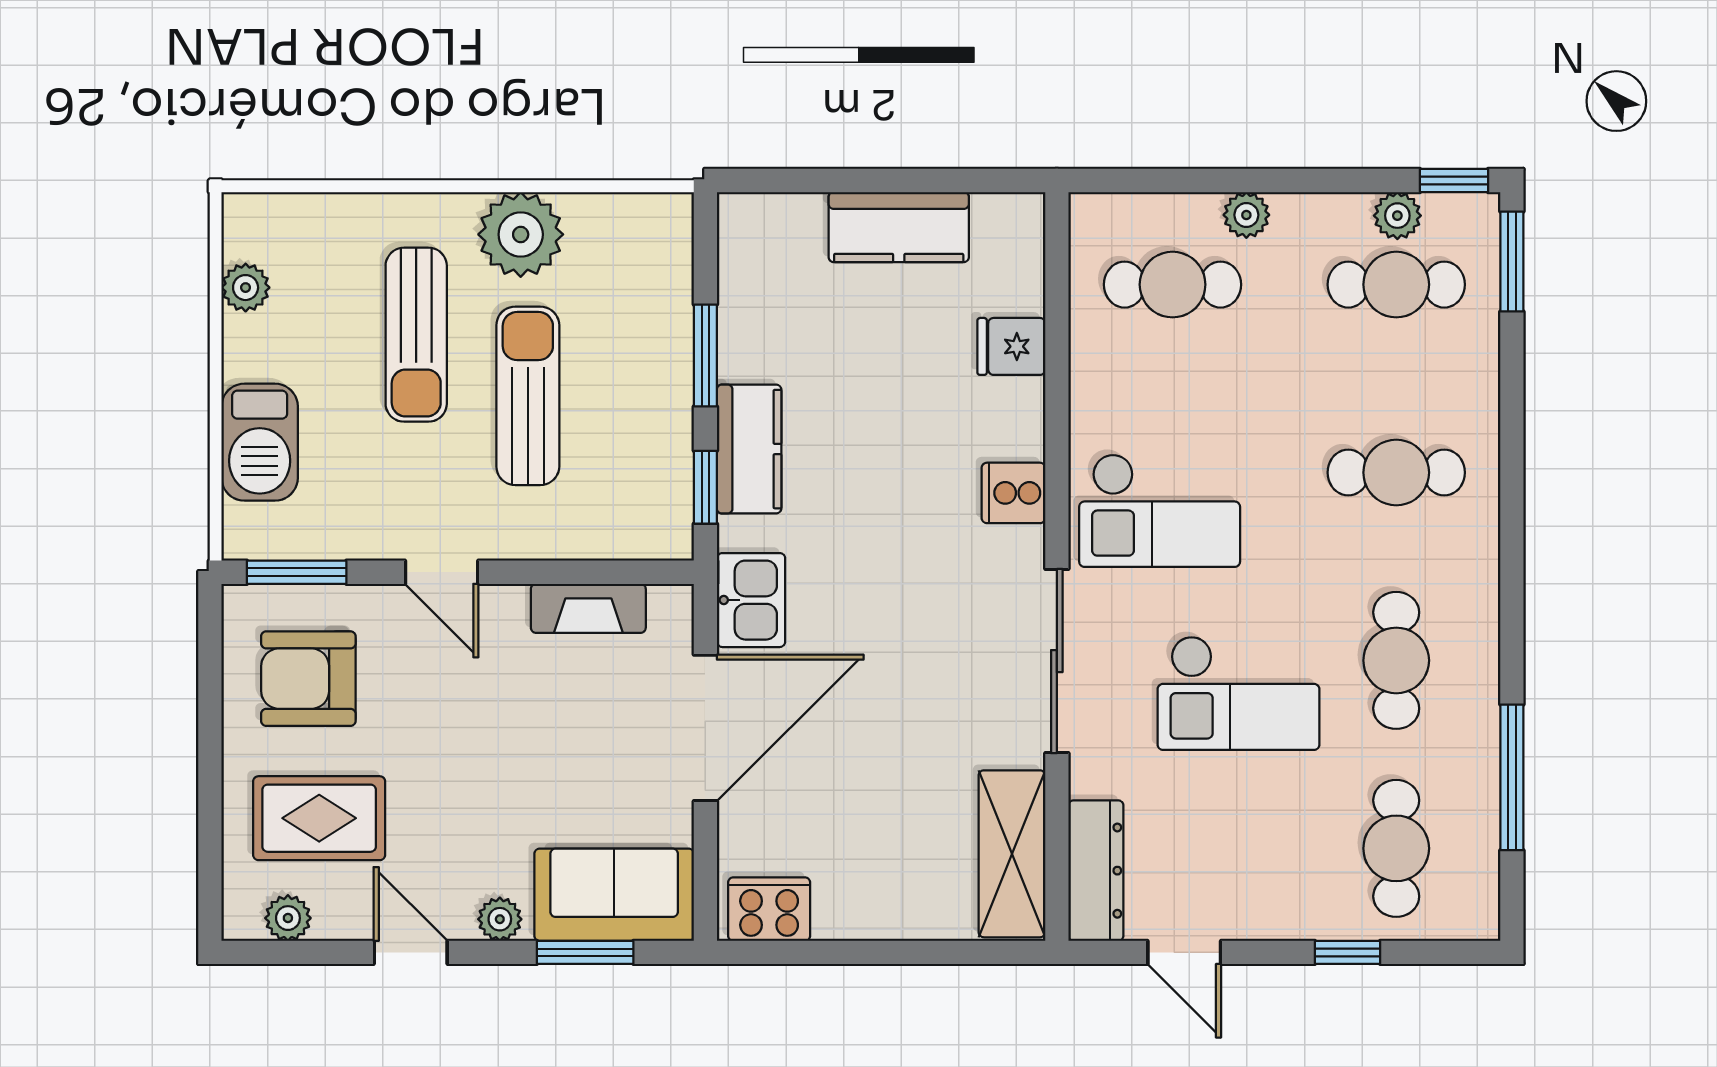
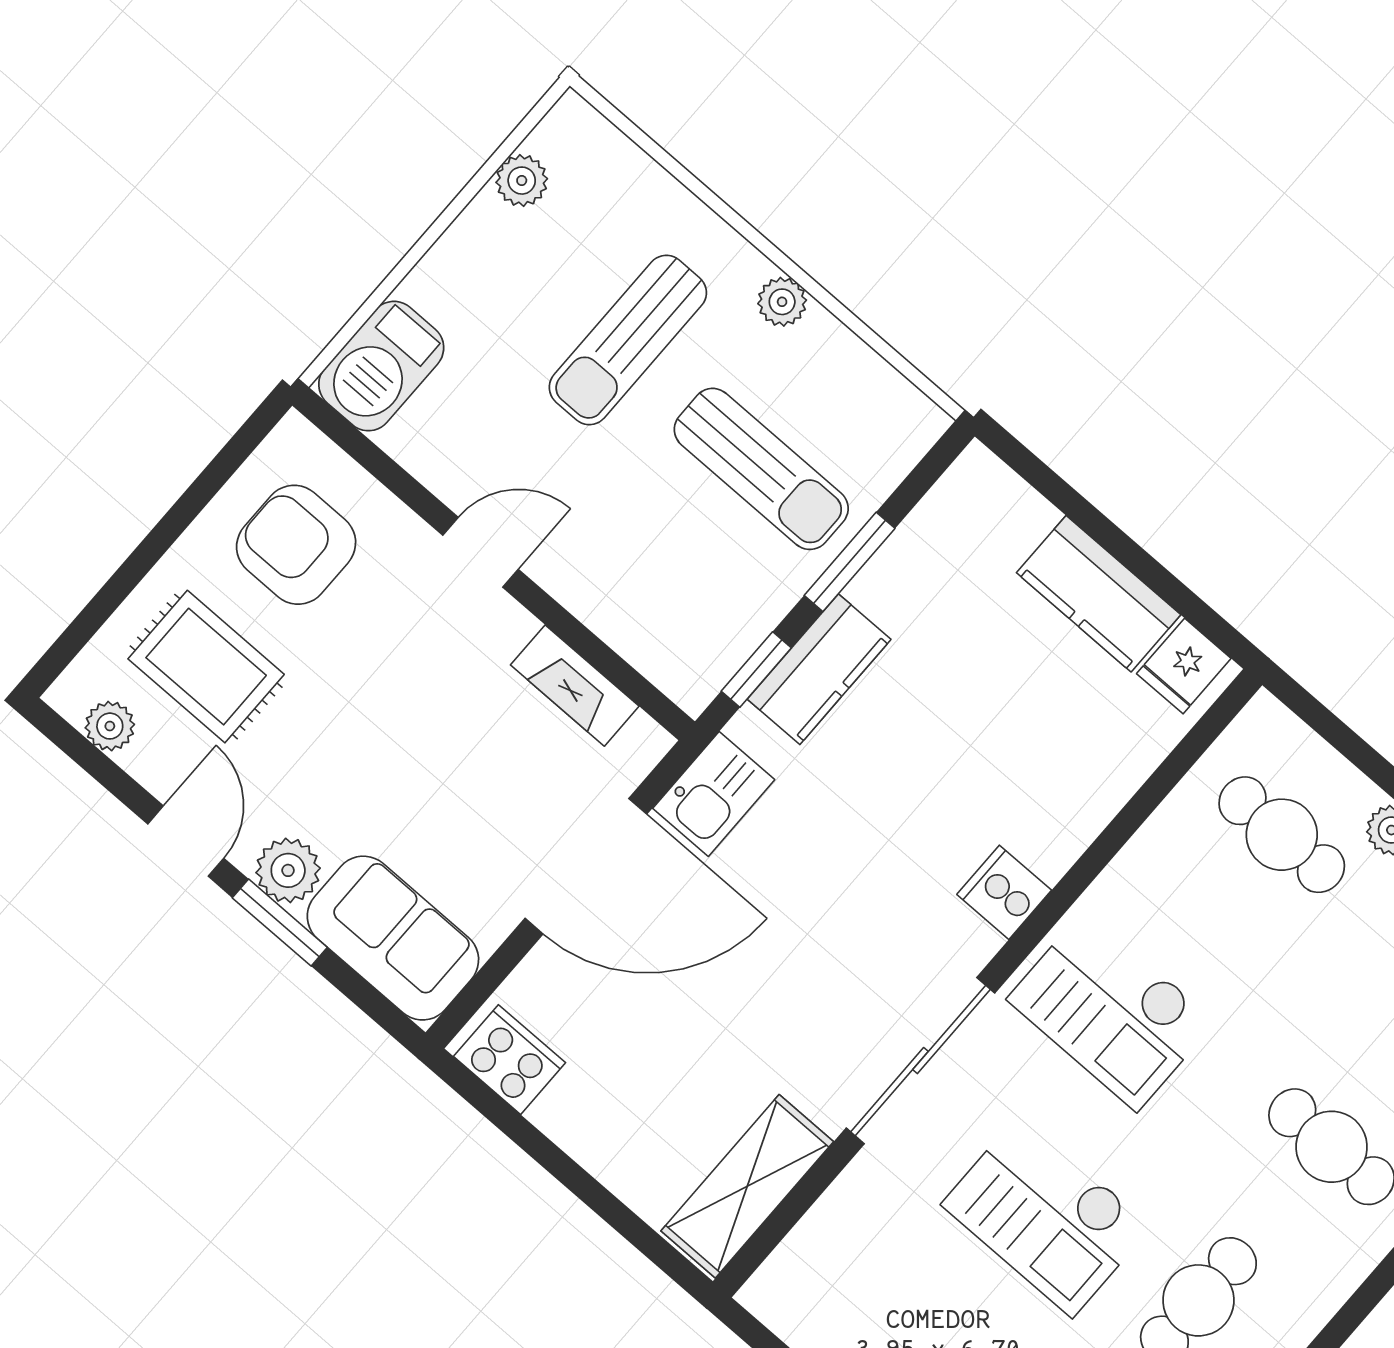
plant: (521, 234) -> (782, 302), width x0.53, depth x0.53
fridge: (1011, 346) -> (1184, 666), moved, turned -90
sun lounger: (528, 396) -> (761, 469), moved, turned 90
barbecue: (260, 442) -> (381, 366), moved
window: (297, 572) -> (362, 449), removed
door: (442, 572) -> (480, 552), swing flipped
dresser: (1096, 871) -> (804, 1260), removed
plant: (500, 919) -> (288, 870), width x1.38, depth x1.38
window: (585, 952) -> (280, 923), moved

